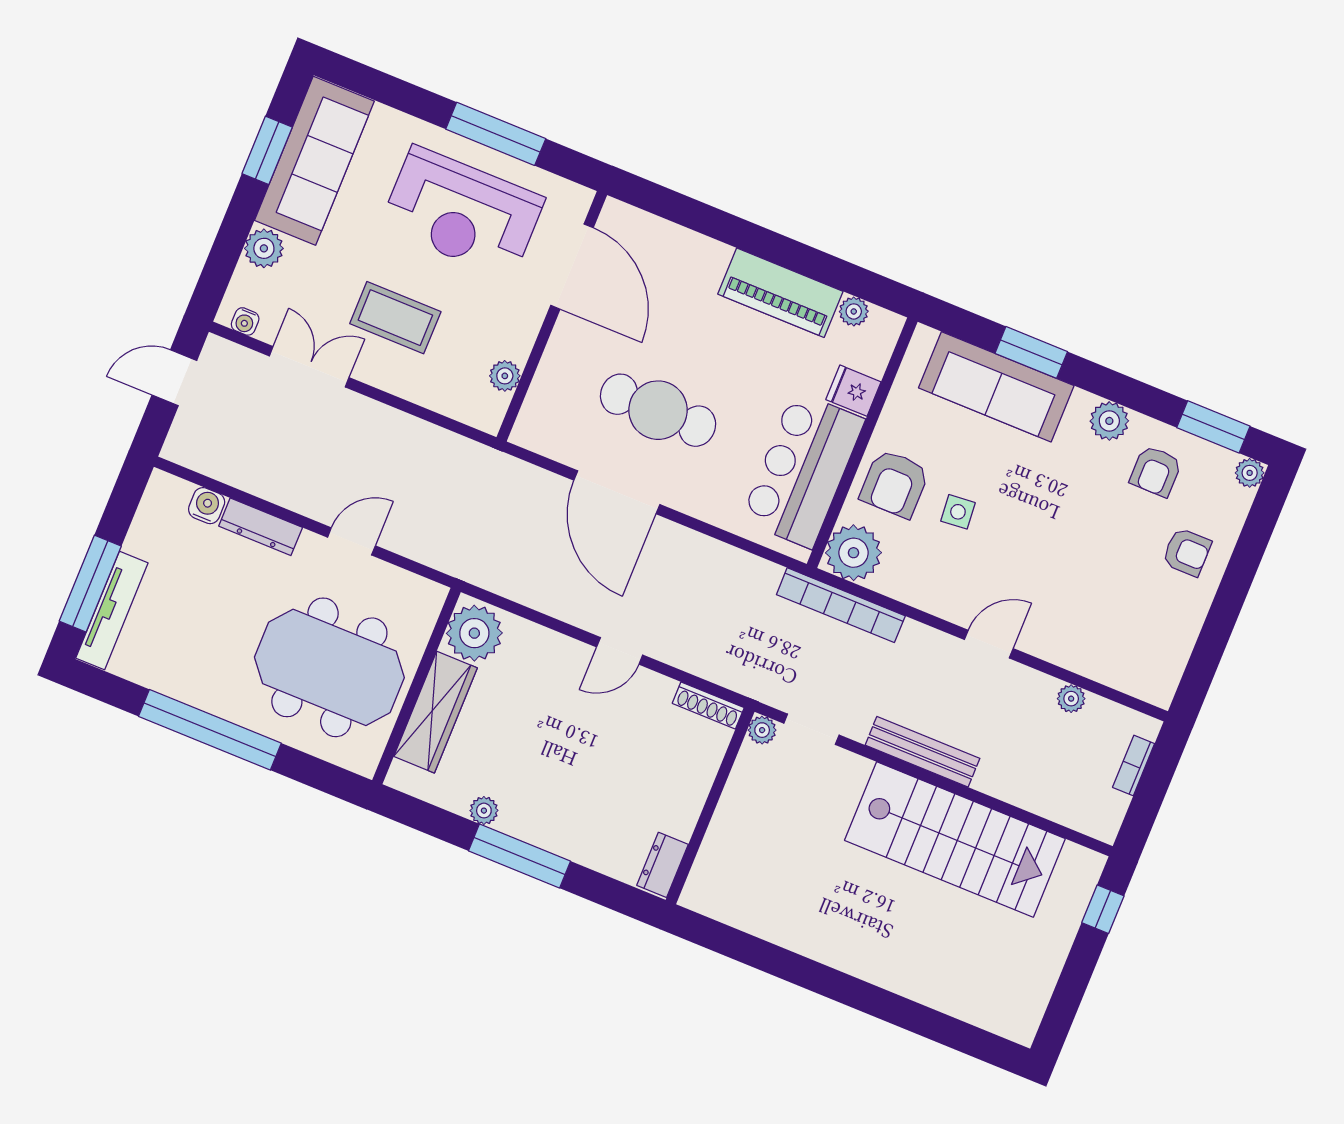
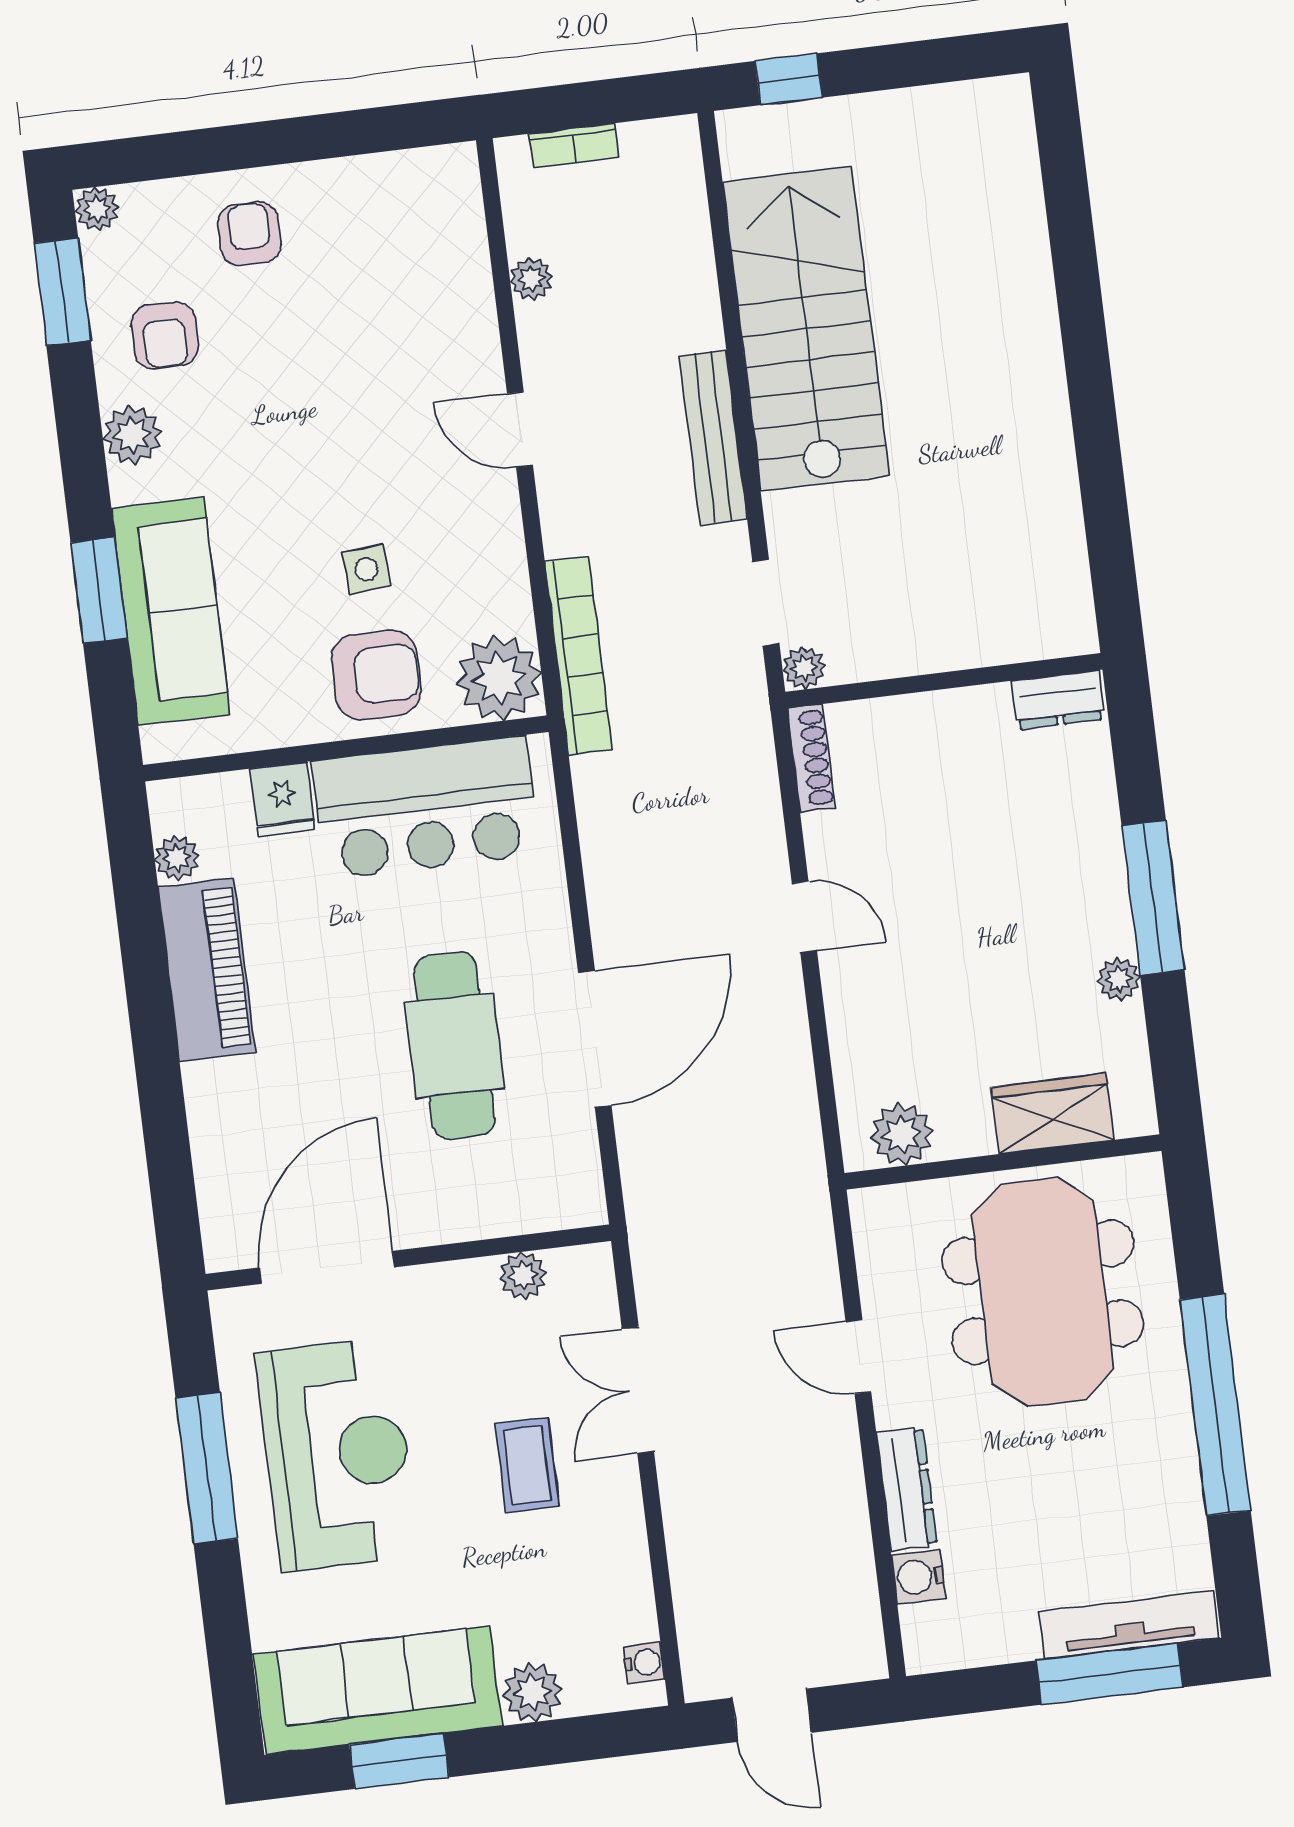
coffee table: (395, 318) -> (527, 1465), width x0.73, depth x0.77
double door: (309, 367) -> (638, 1390), moved
armchair: (1156, 471) -> (165, 336), turned 90
plant: (474, 633) -> (902, 1134), width x0.73, depth x0.73
wardrobe: (436, 712) -> (1052, 1114), width x0.67

